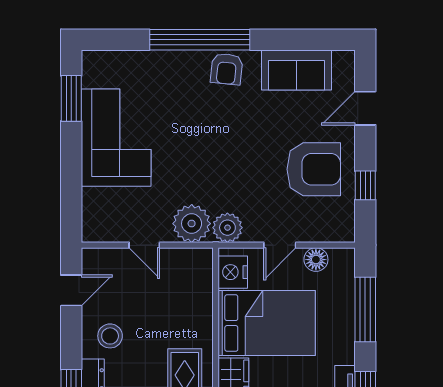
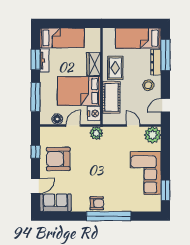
armchair: (227, 69) -> (97, 203), turned 84
sofa: (297, 70) -> (55, 203), moved
plant: (192, 224) -> (153, 135), moved
cot: (194, 308) -> (111, 97), added

